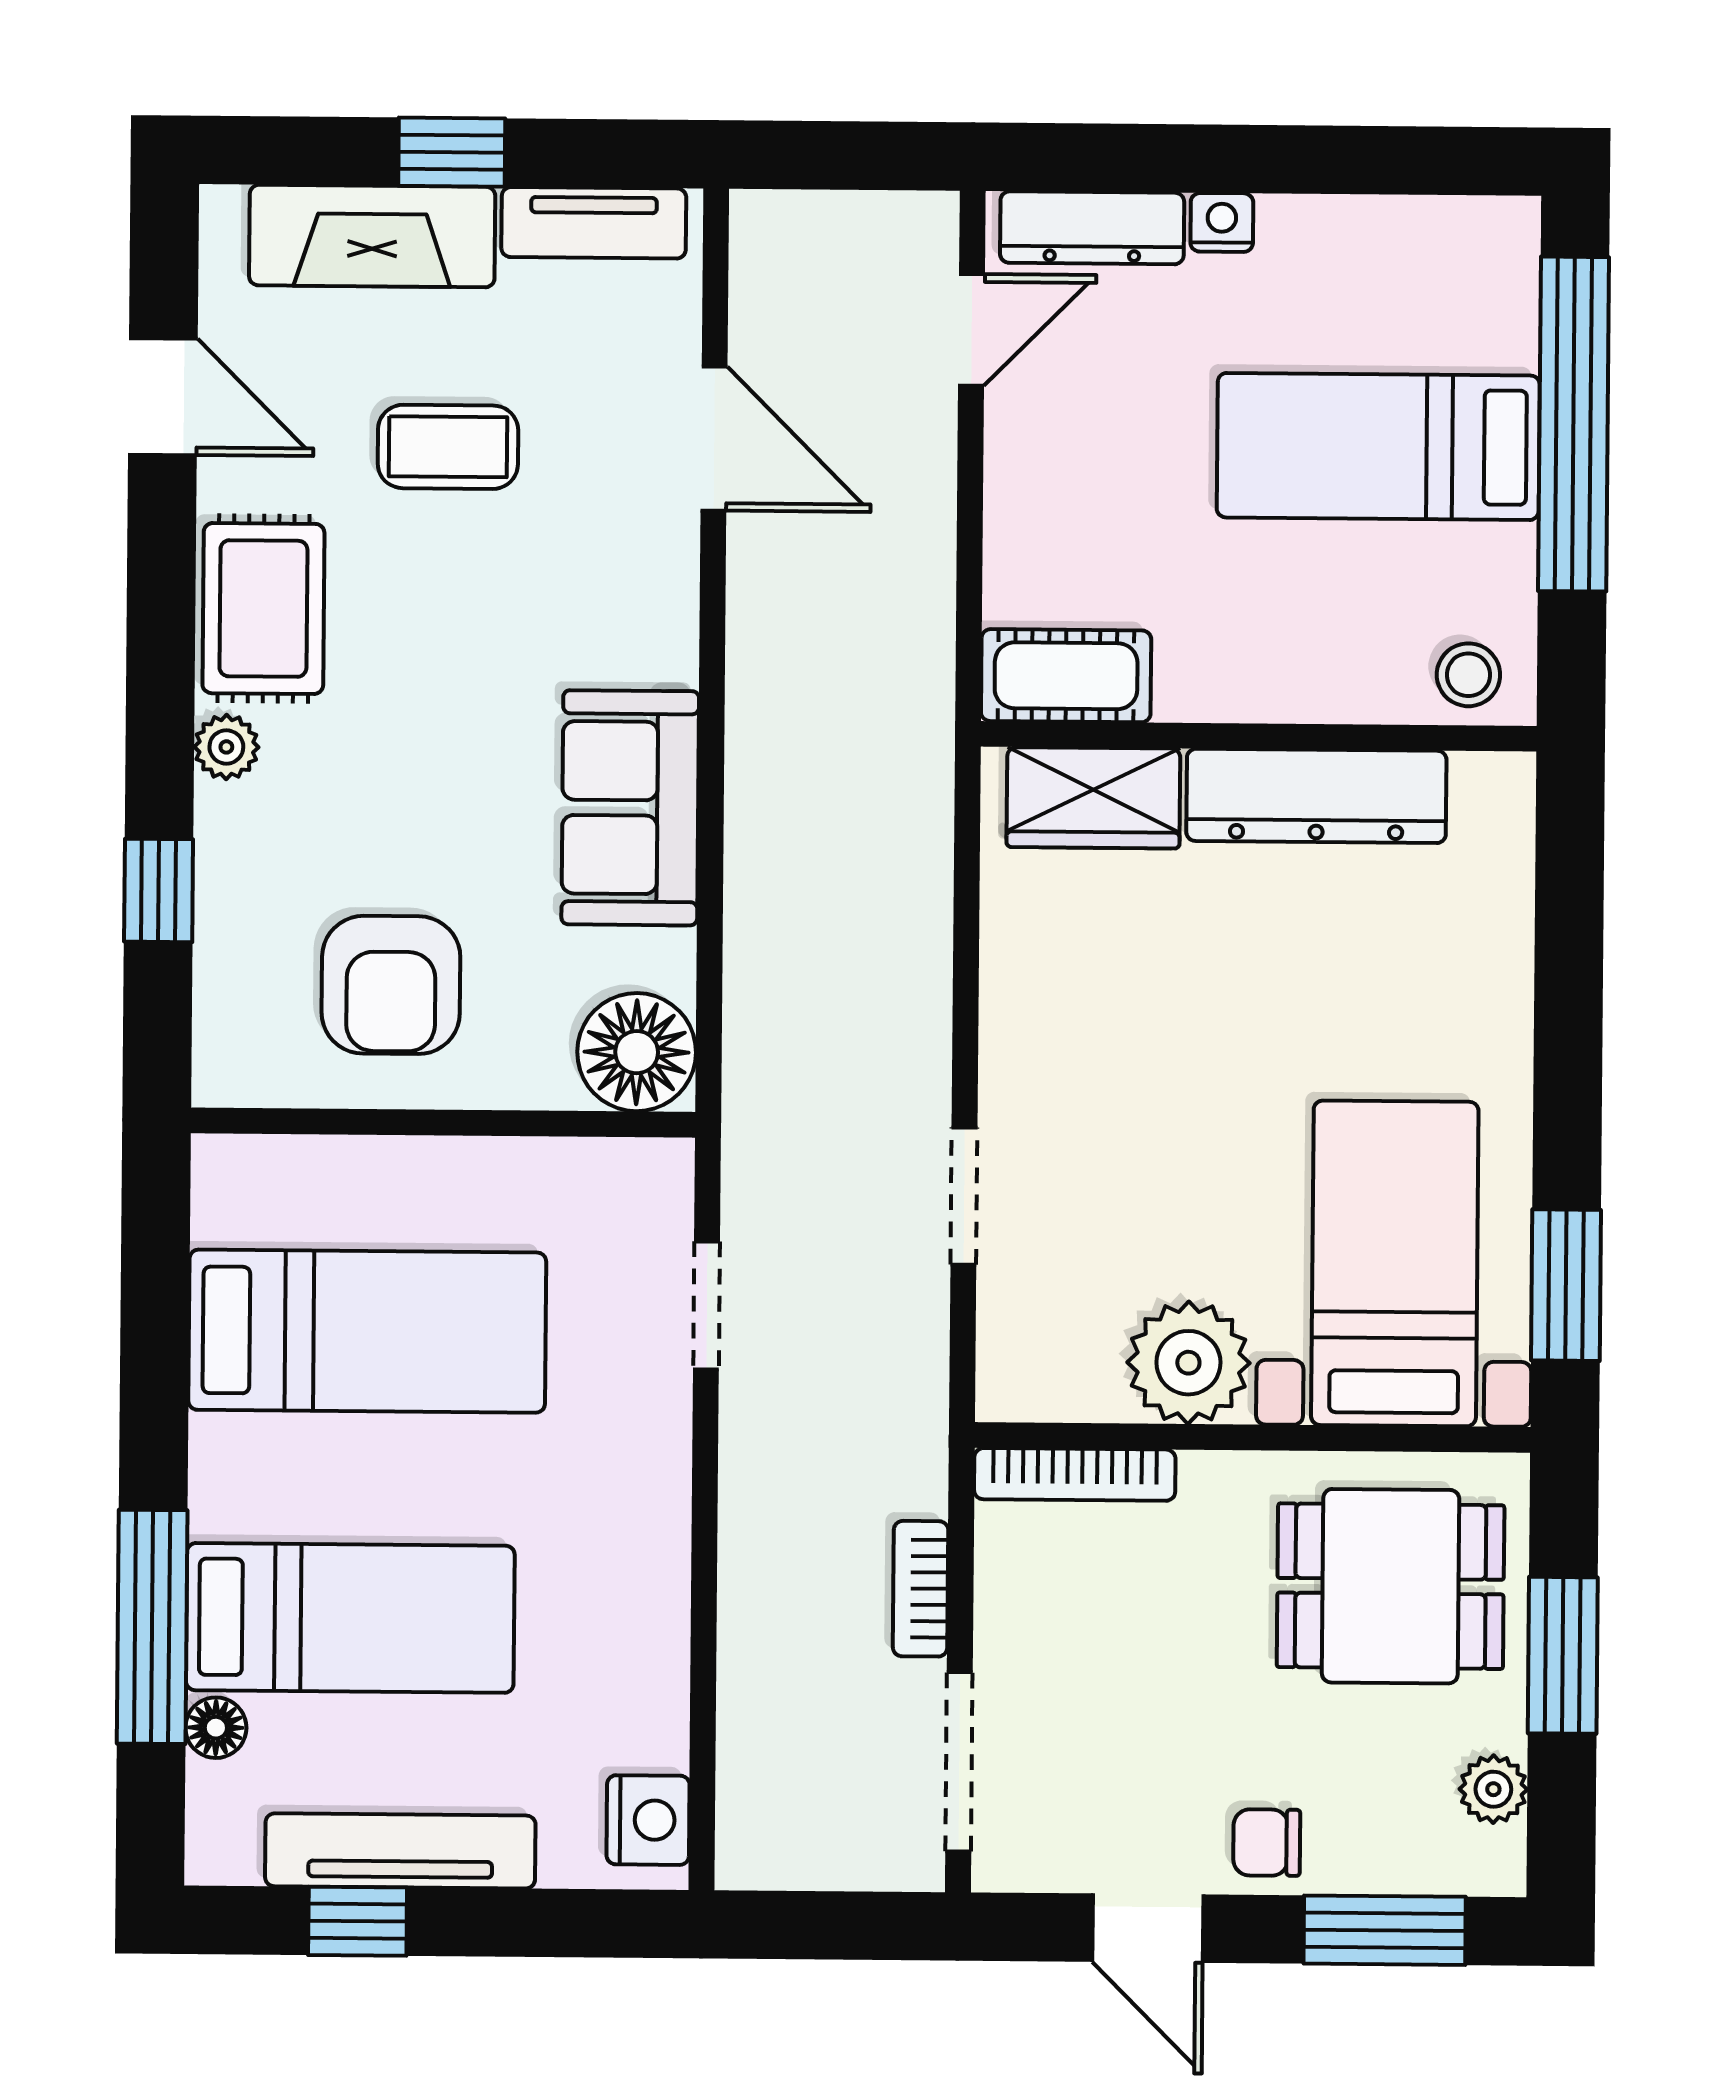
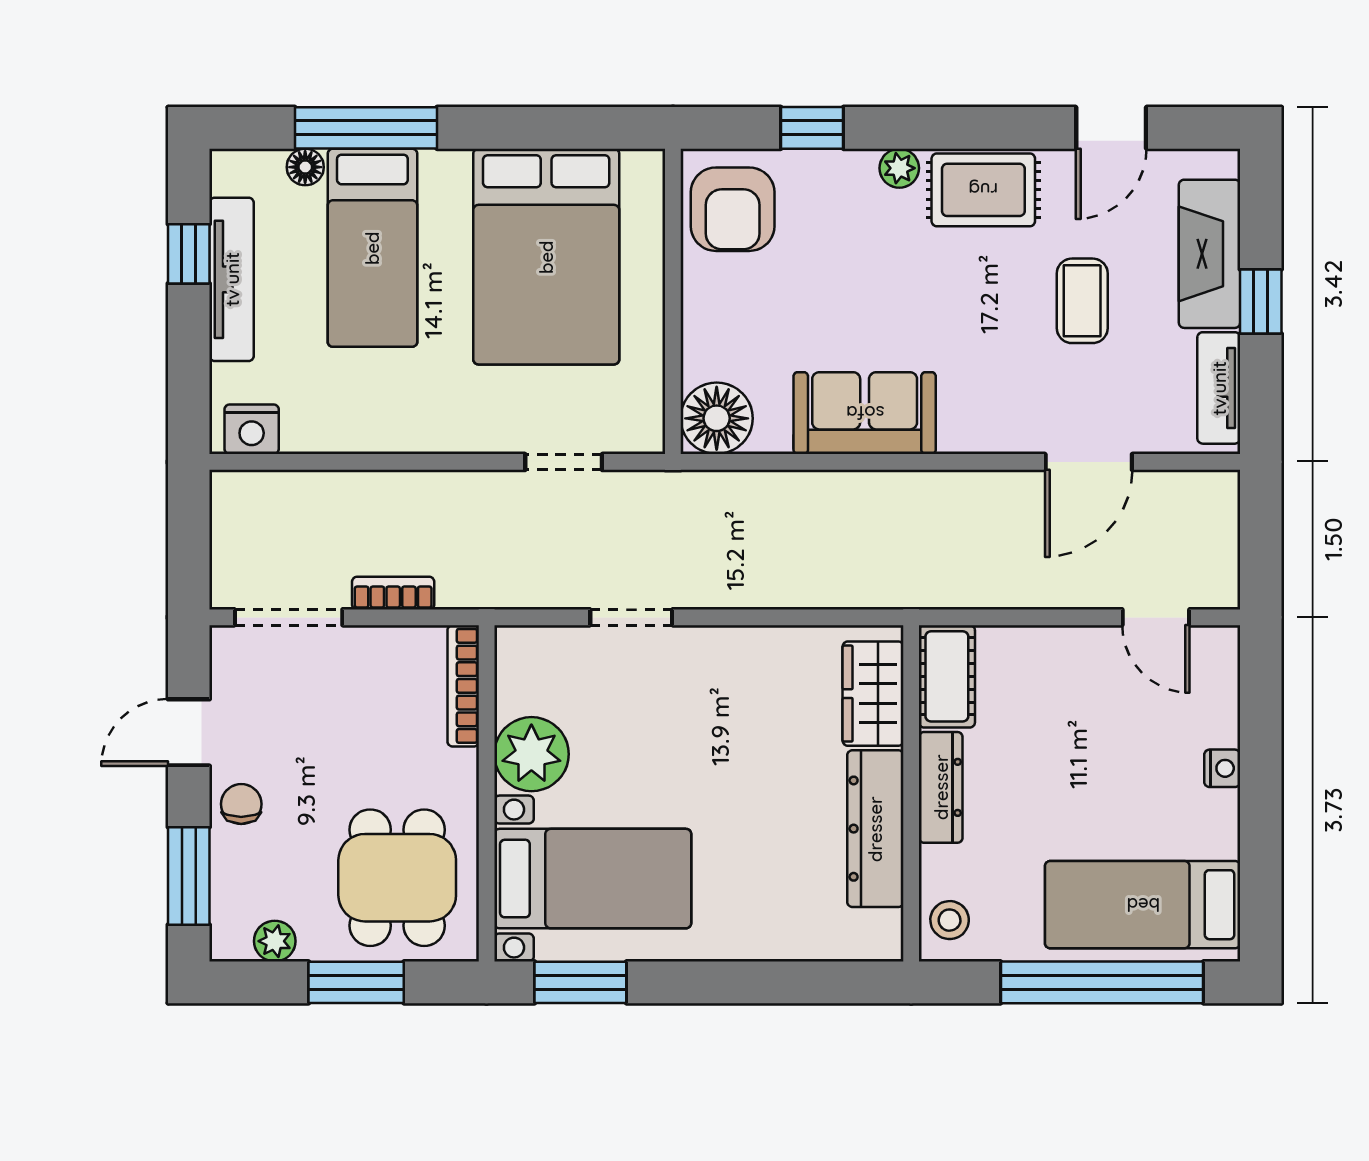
dresser: (1092, 228) -> (941, 787), moved, turned 180
bed: (1378, 446) -> (1143, 905), moved, turned -90
armchair: (391, 985) -> (733, 209), moved, turned -90
bed: (367, 1331) -> (546, 257), width x1.50

